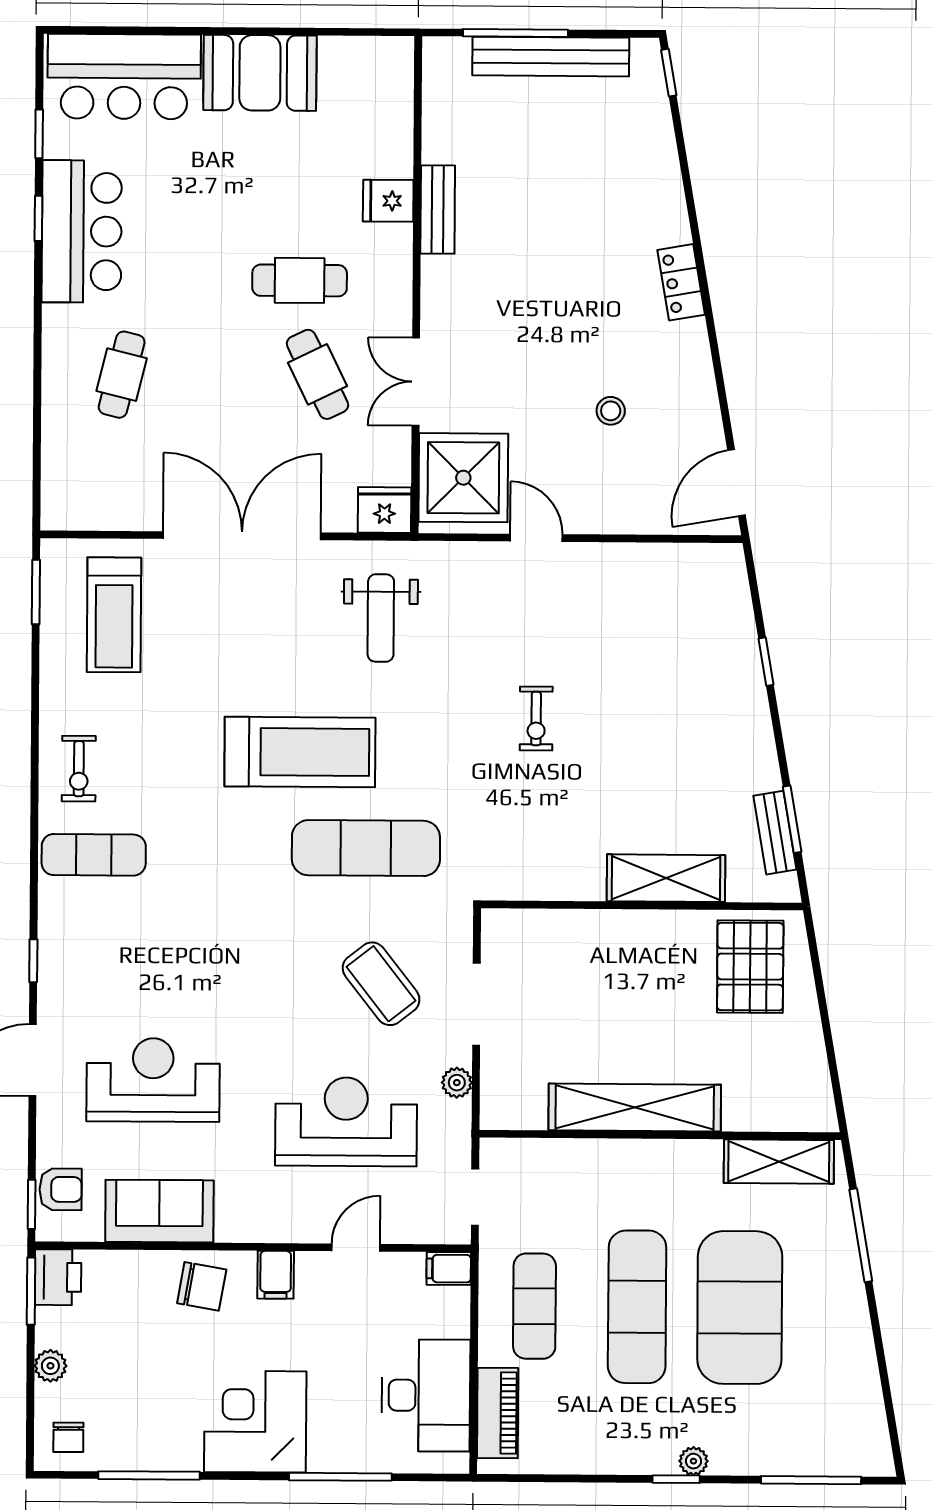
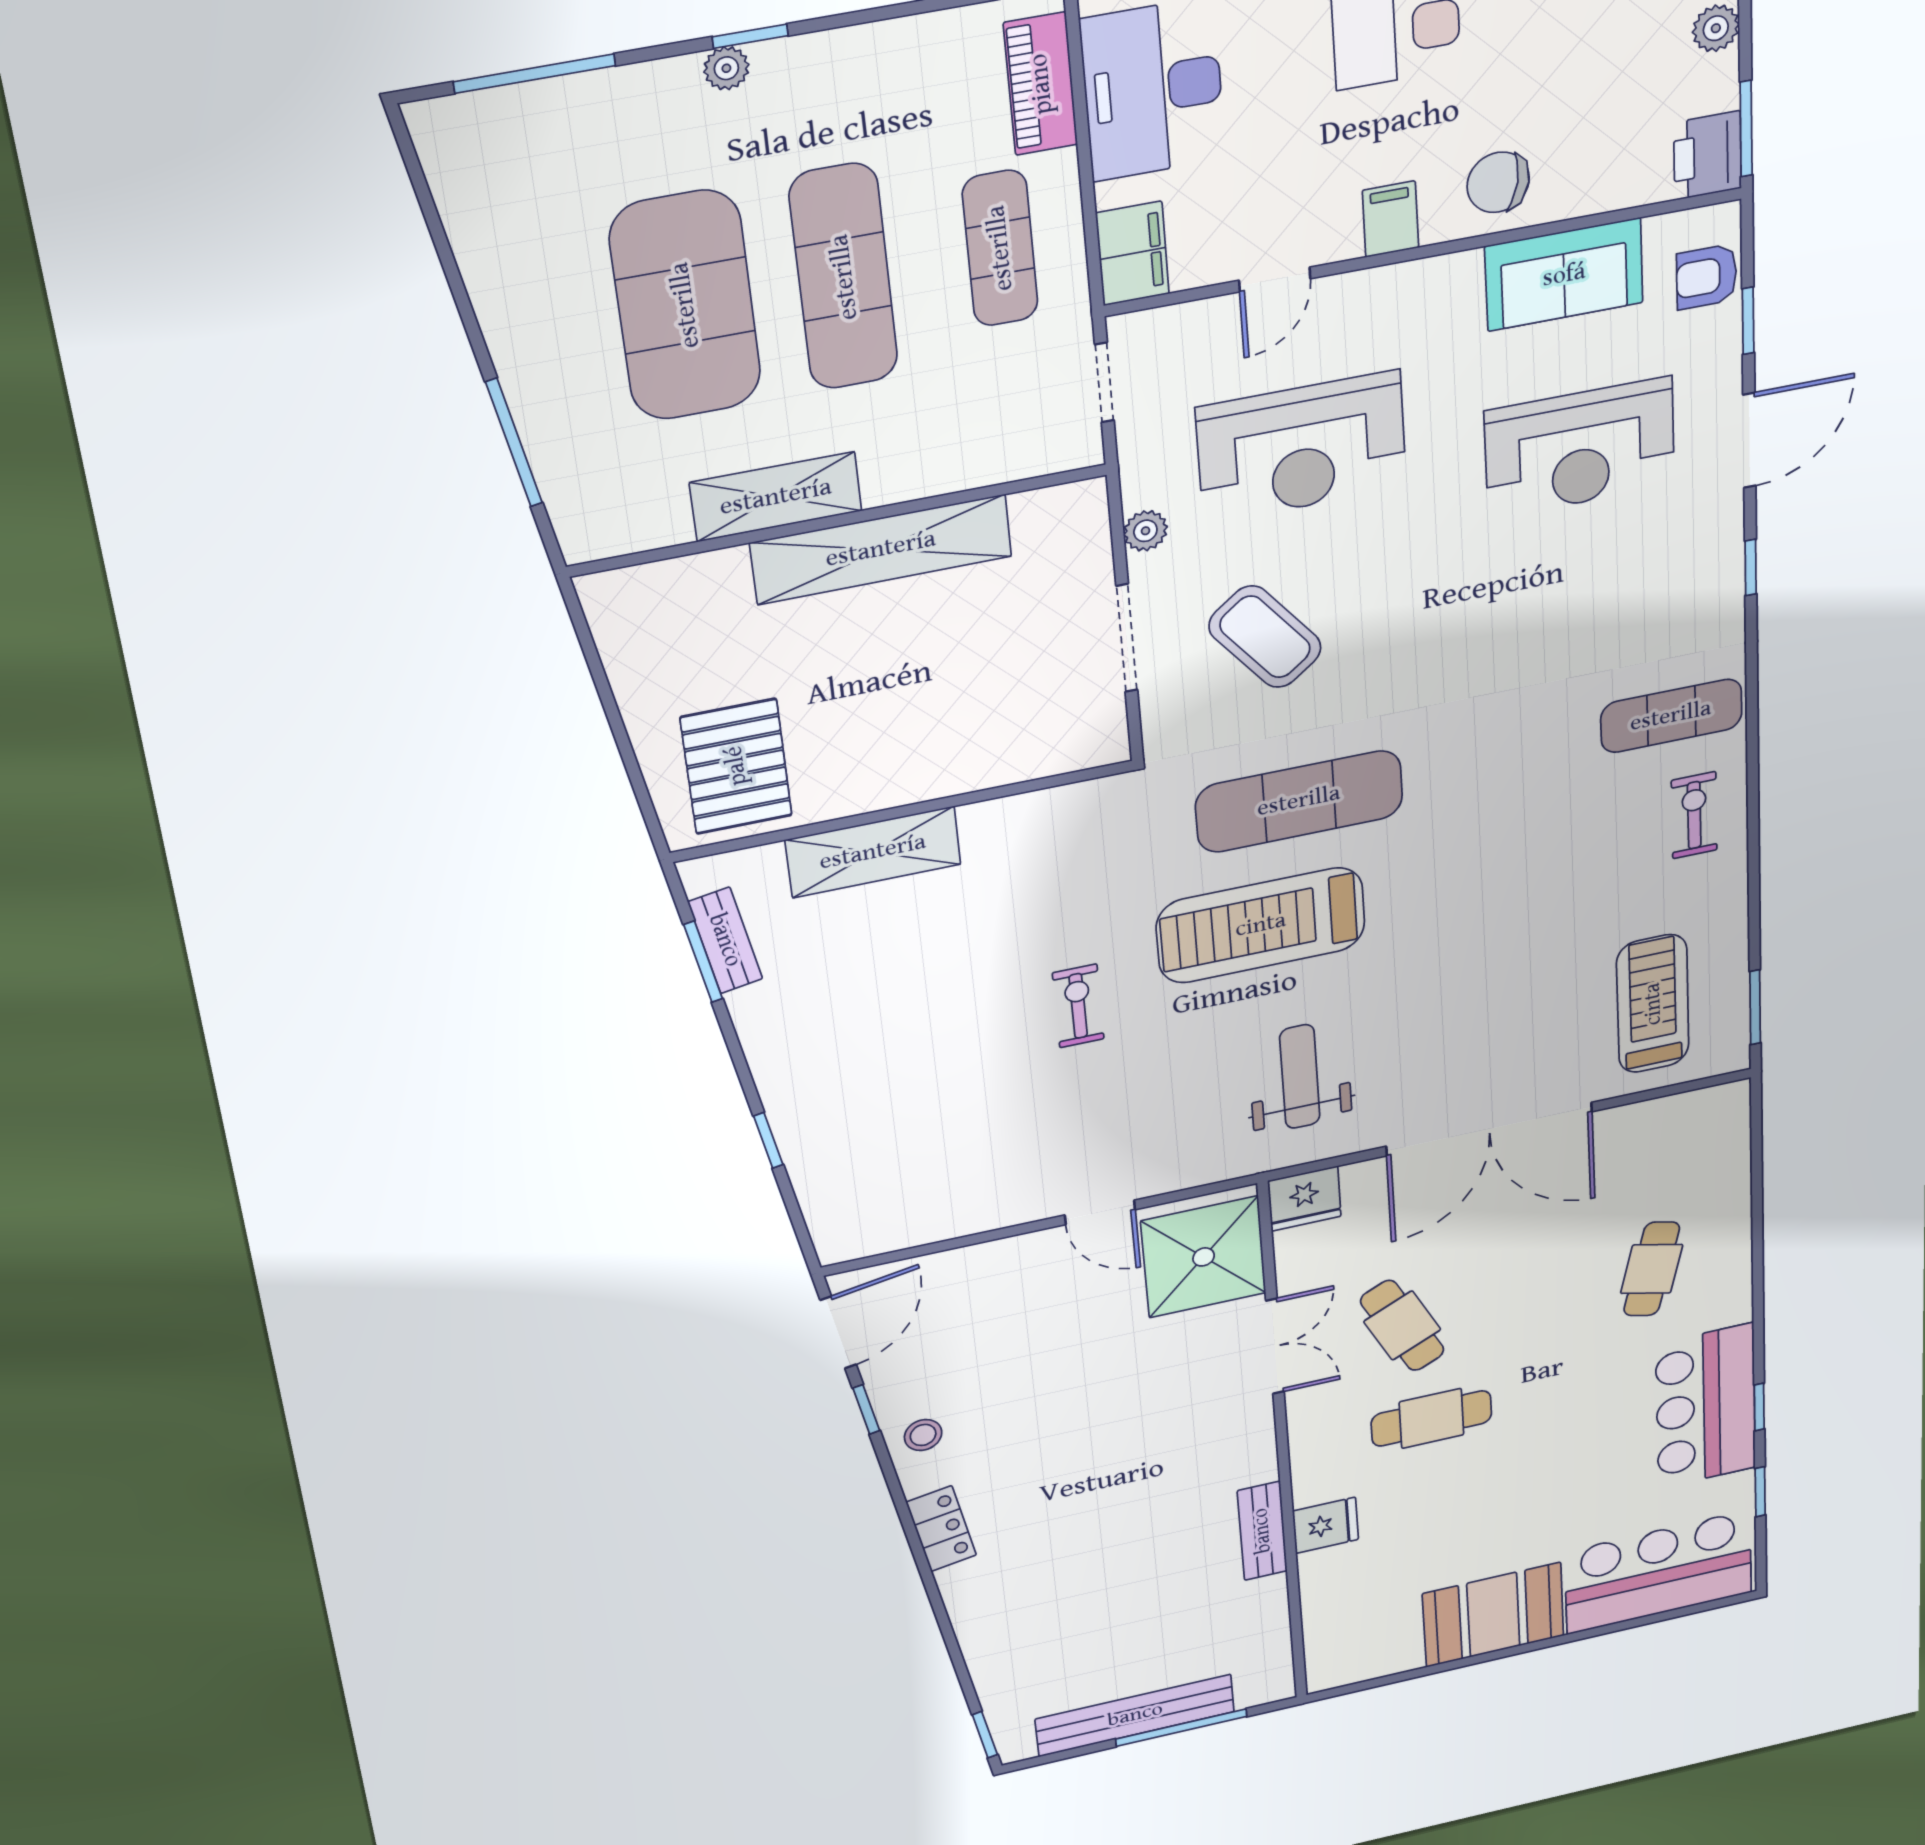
window: (724, 408) -> (866, 1409), added
stool: (611, 411) -> (923, 1435), moved
treadmill: (300, 752) -> (1261, 925), moved
shelving: (779, 1162) -> (776, 497), moved
window: (32, 1204) -> (1748, 321), moved
filing cabinet: (449, 1269) -> (1133, 253), width x2.00

